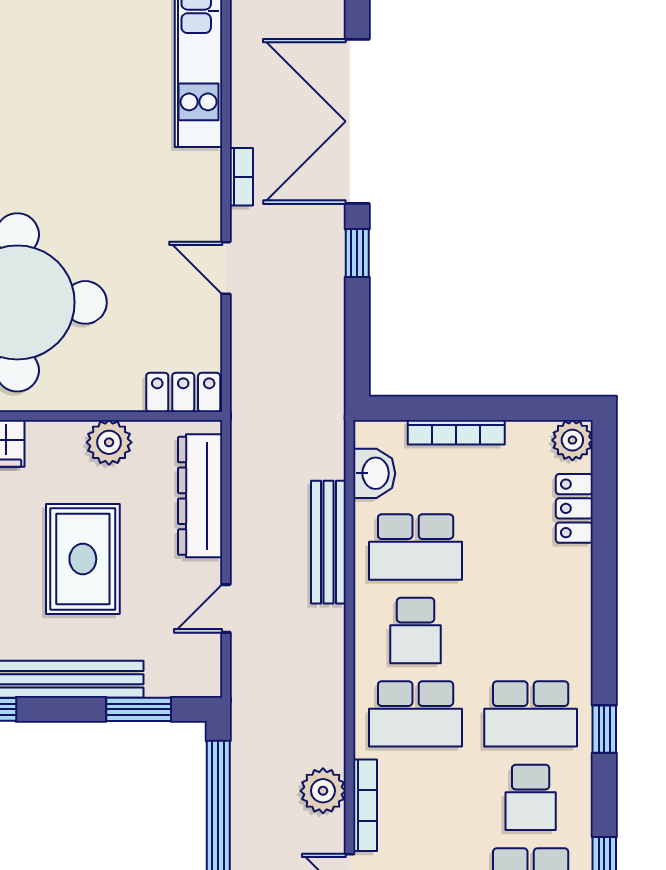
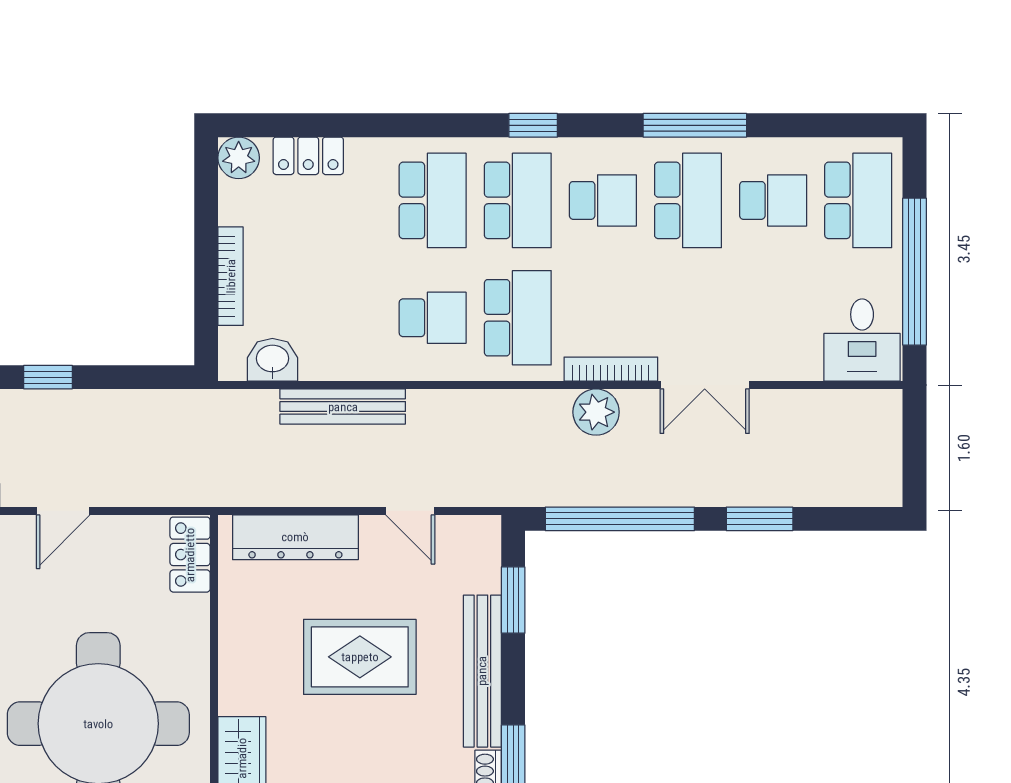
plant: (109, 442) -> (241, 630), removed
school desk: (416, 547) -> (433, 200), moved

